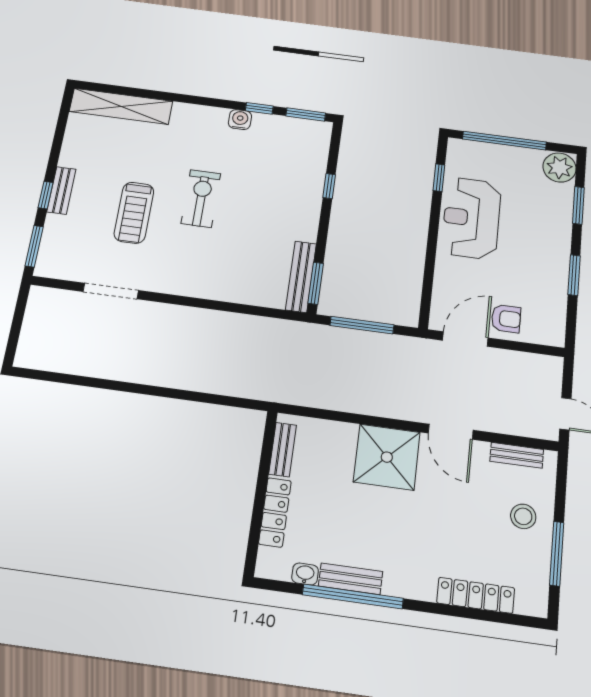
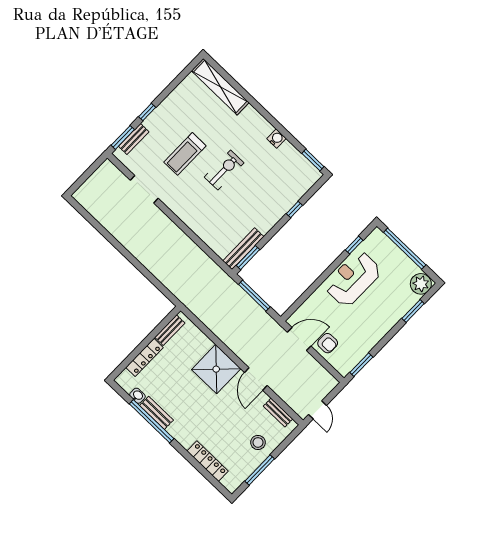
window: (259, 108) -> (291, 139), removed
bench: (61, 190) -> (134, 139), moved
window: (574, 275) -> (361, 365), moved

